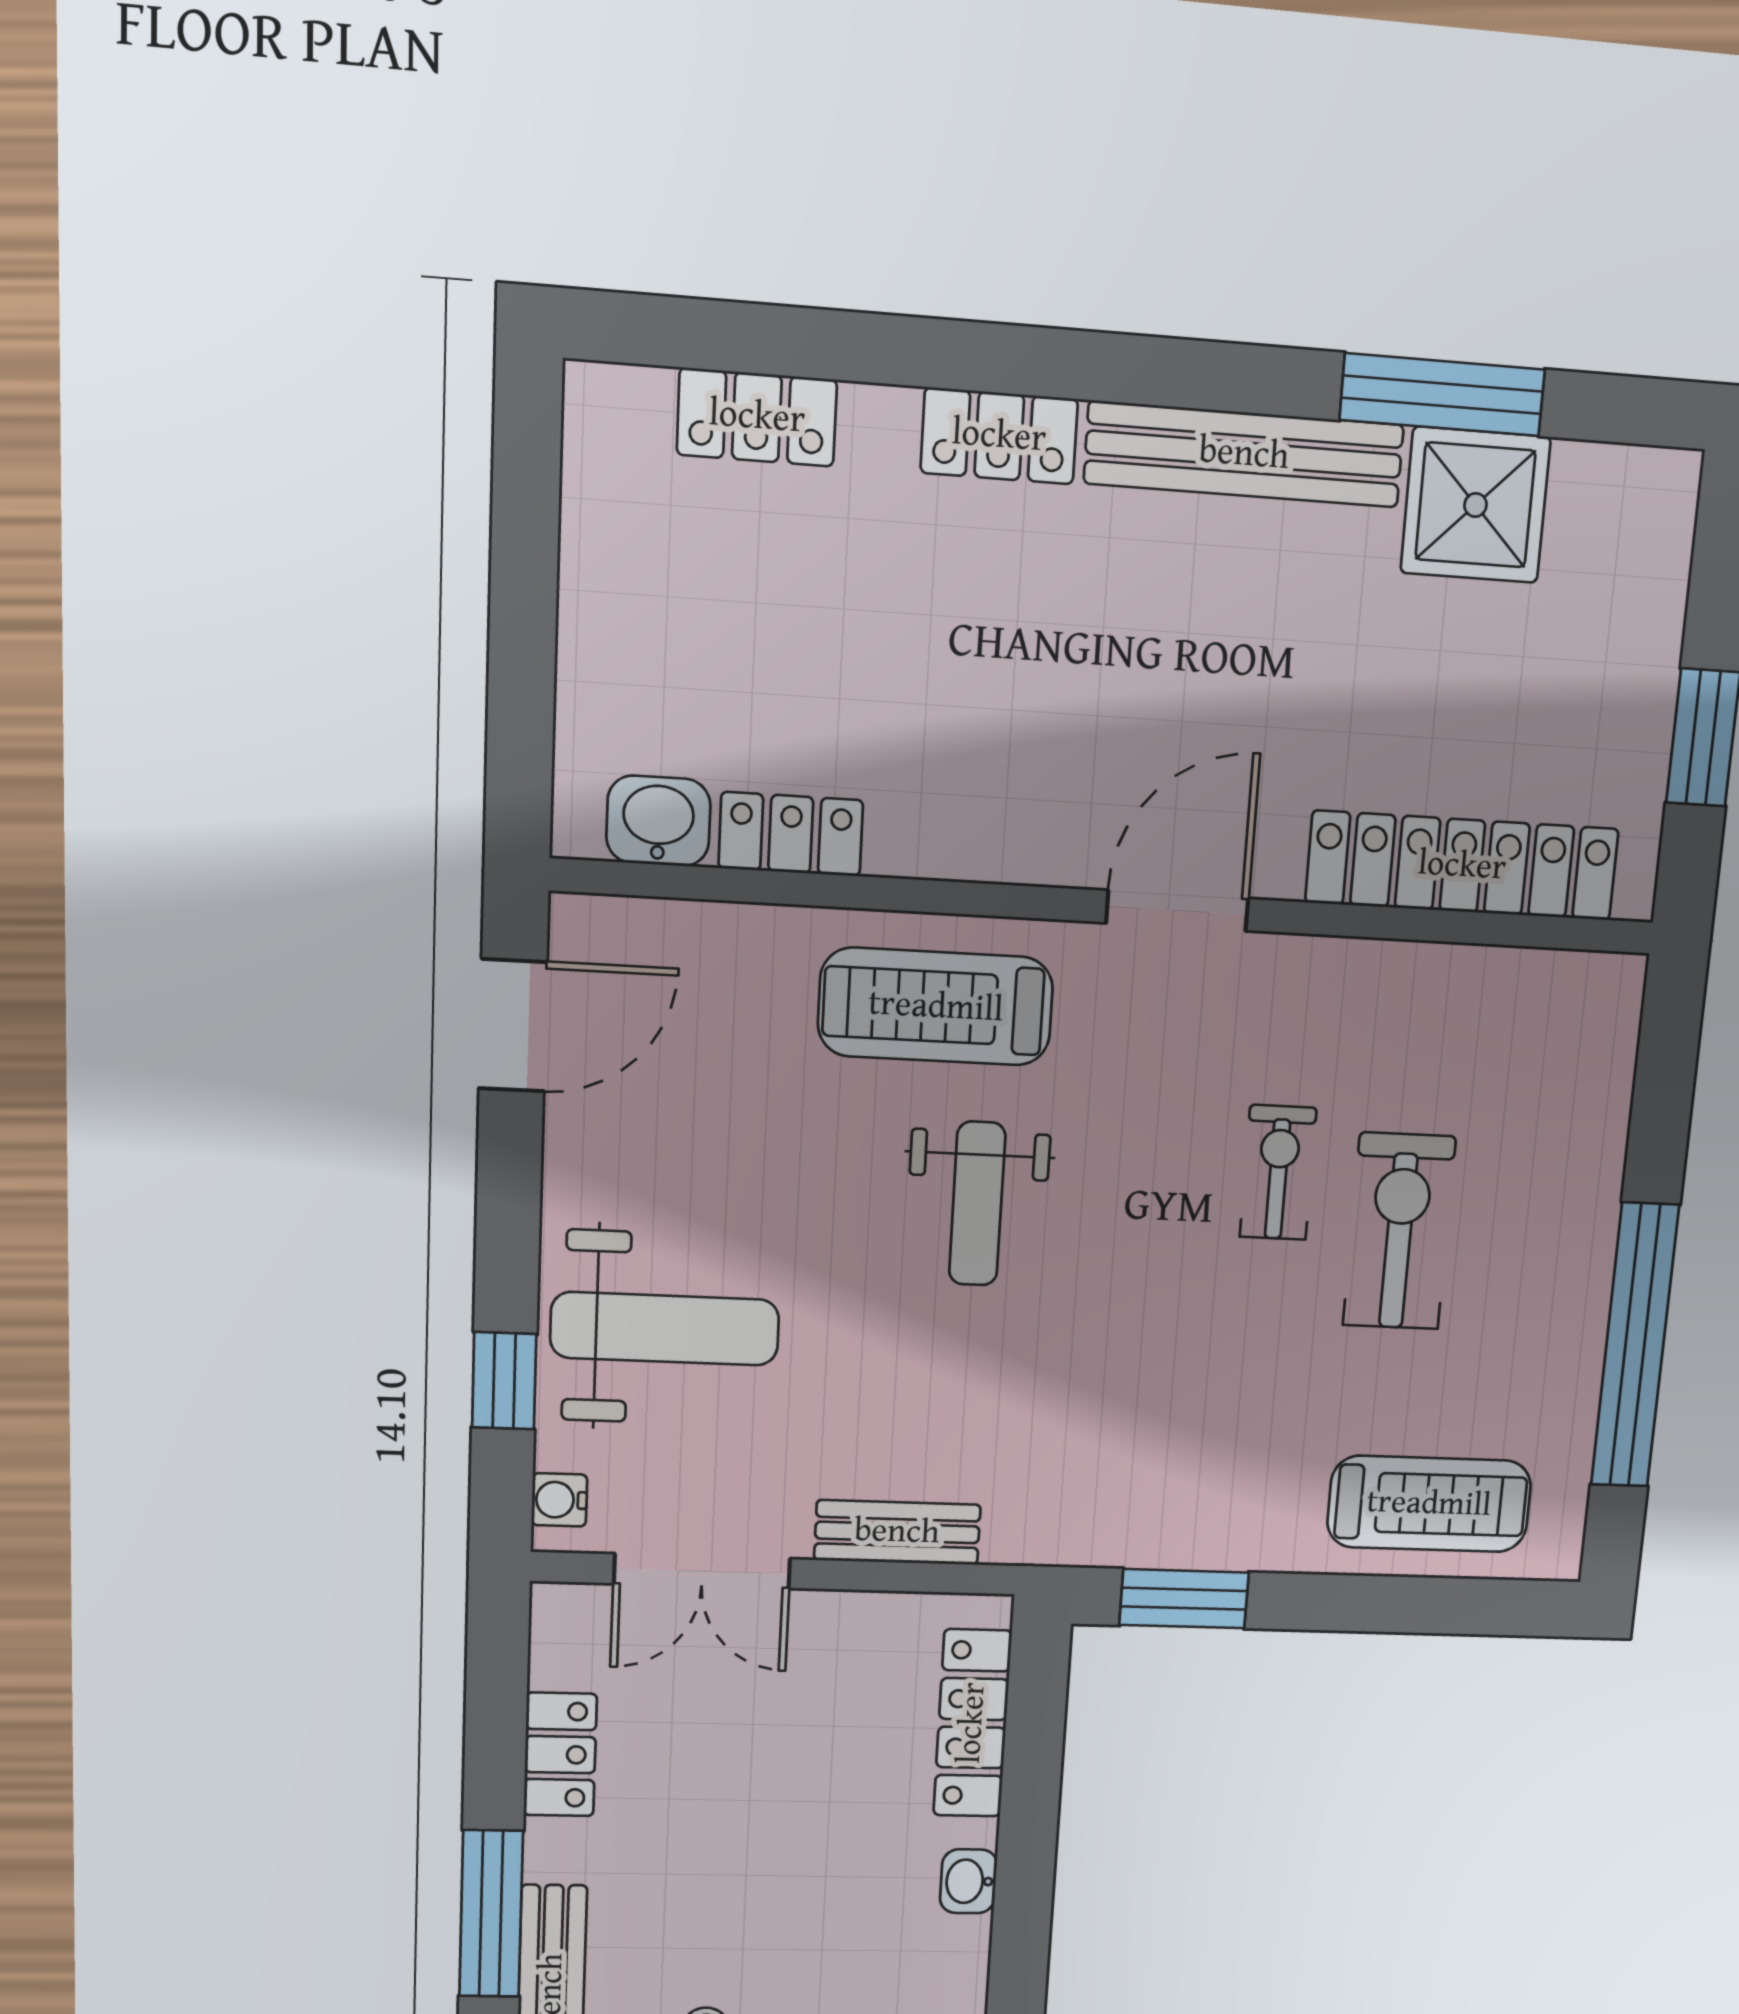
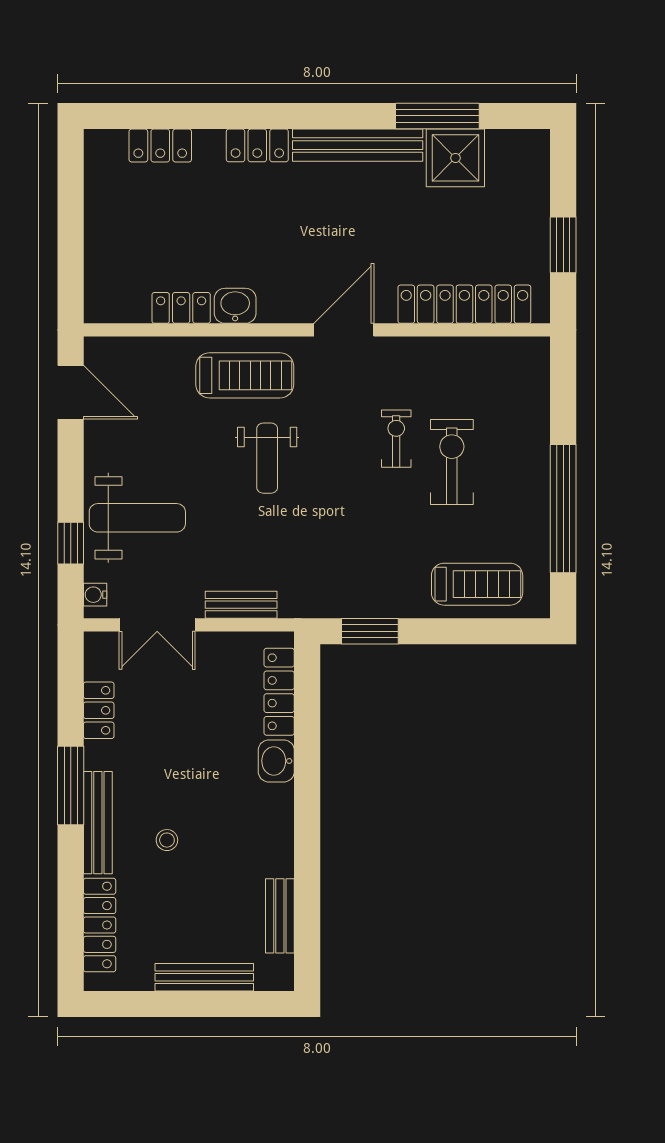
washbasin: (658, 821) -> (235, 306), moved
treadmill: (936, 1007) -> (245, 375), turned 180
door: (513, 1025) -> (71, 392), hinge flipped
washbasin: (968, 1881) -> (276, 761), width x1.38, depth x1.45

